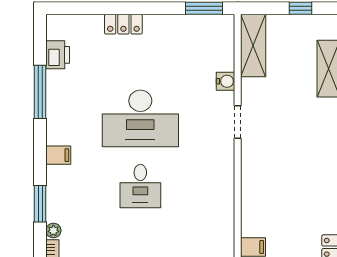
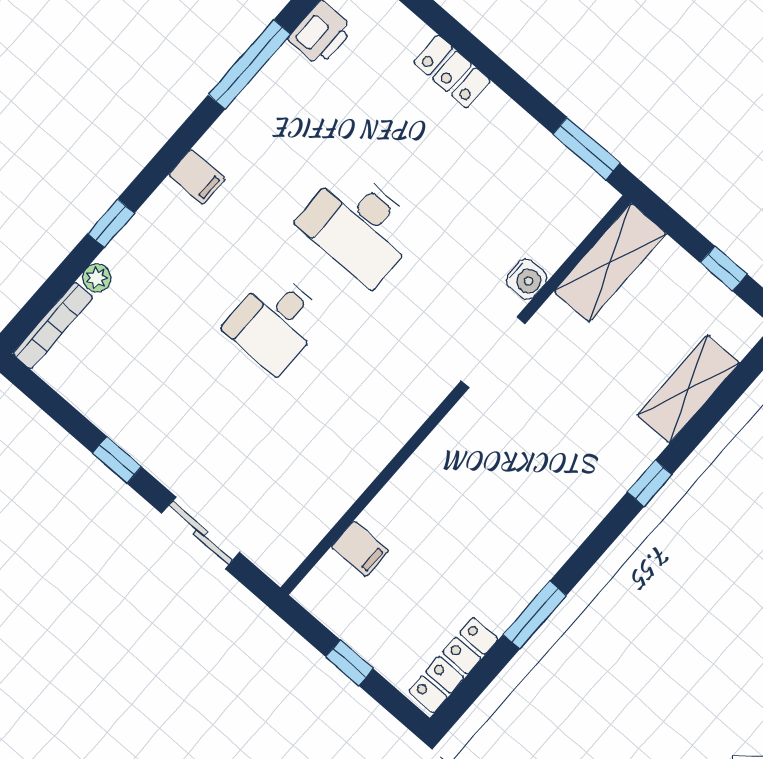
desk: (140, 118) -> (359, 226), width x0.73, depth x0.77
doorway: (238, 122) -> (493, 352), width x1.38
window: (40, 204) -> (111, 223), width x0.67

